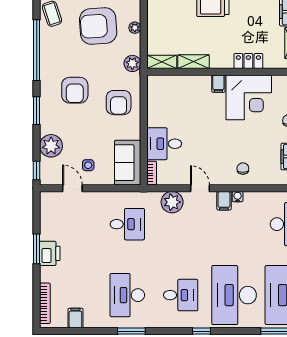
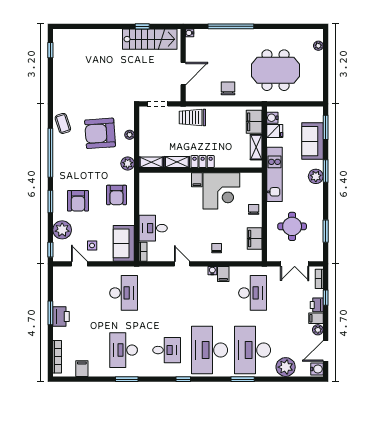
locker: (248, 61) -> (203, 162), moved
armchair: (75, 90) -> (78, 201), moved
filing cabinet: (224, 201) -> (223, 274), moved
plant: (172, 202) -> (160, 275), removed
desk: (127, 224) -> (124, 293), width x1.37

